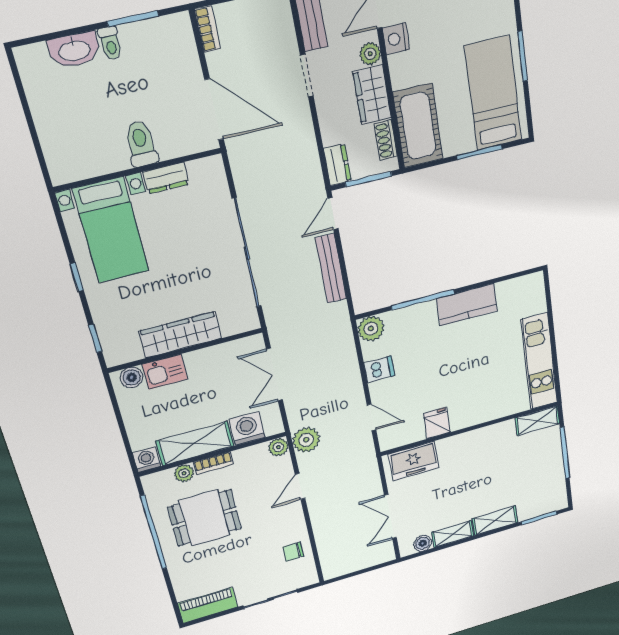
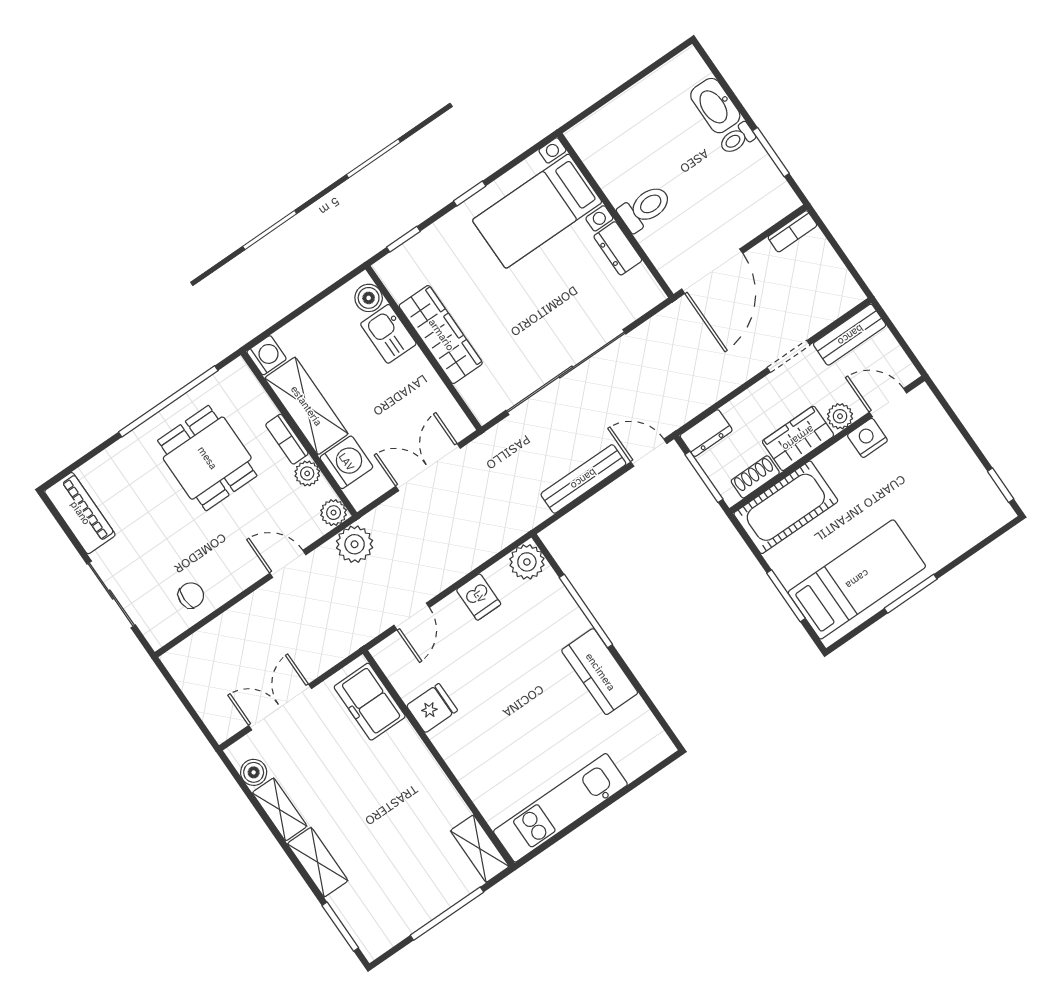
plant: (184, 473) -> (307, 473), moved
chair: (293, 552) -> (191, 595), turned 89

